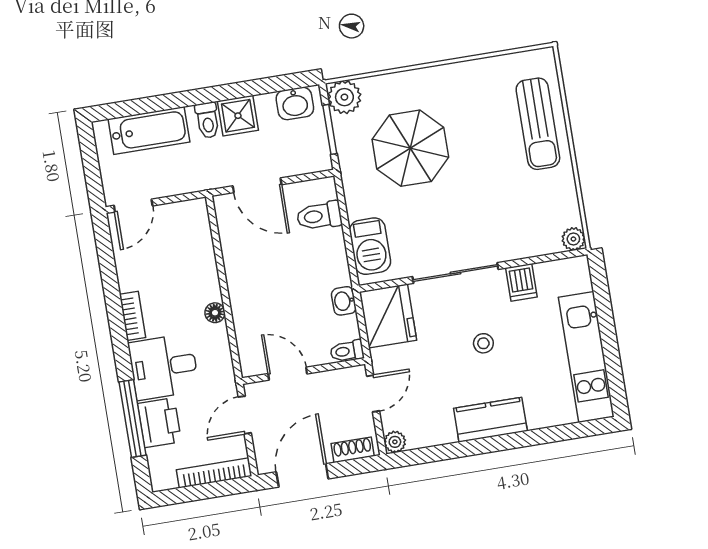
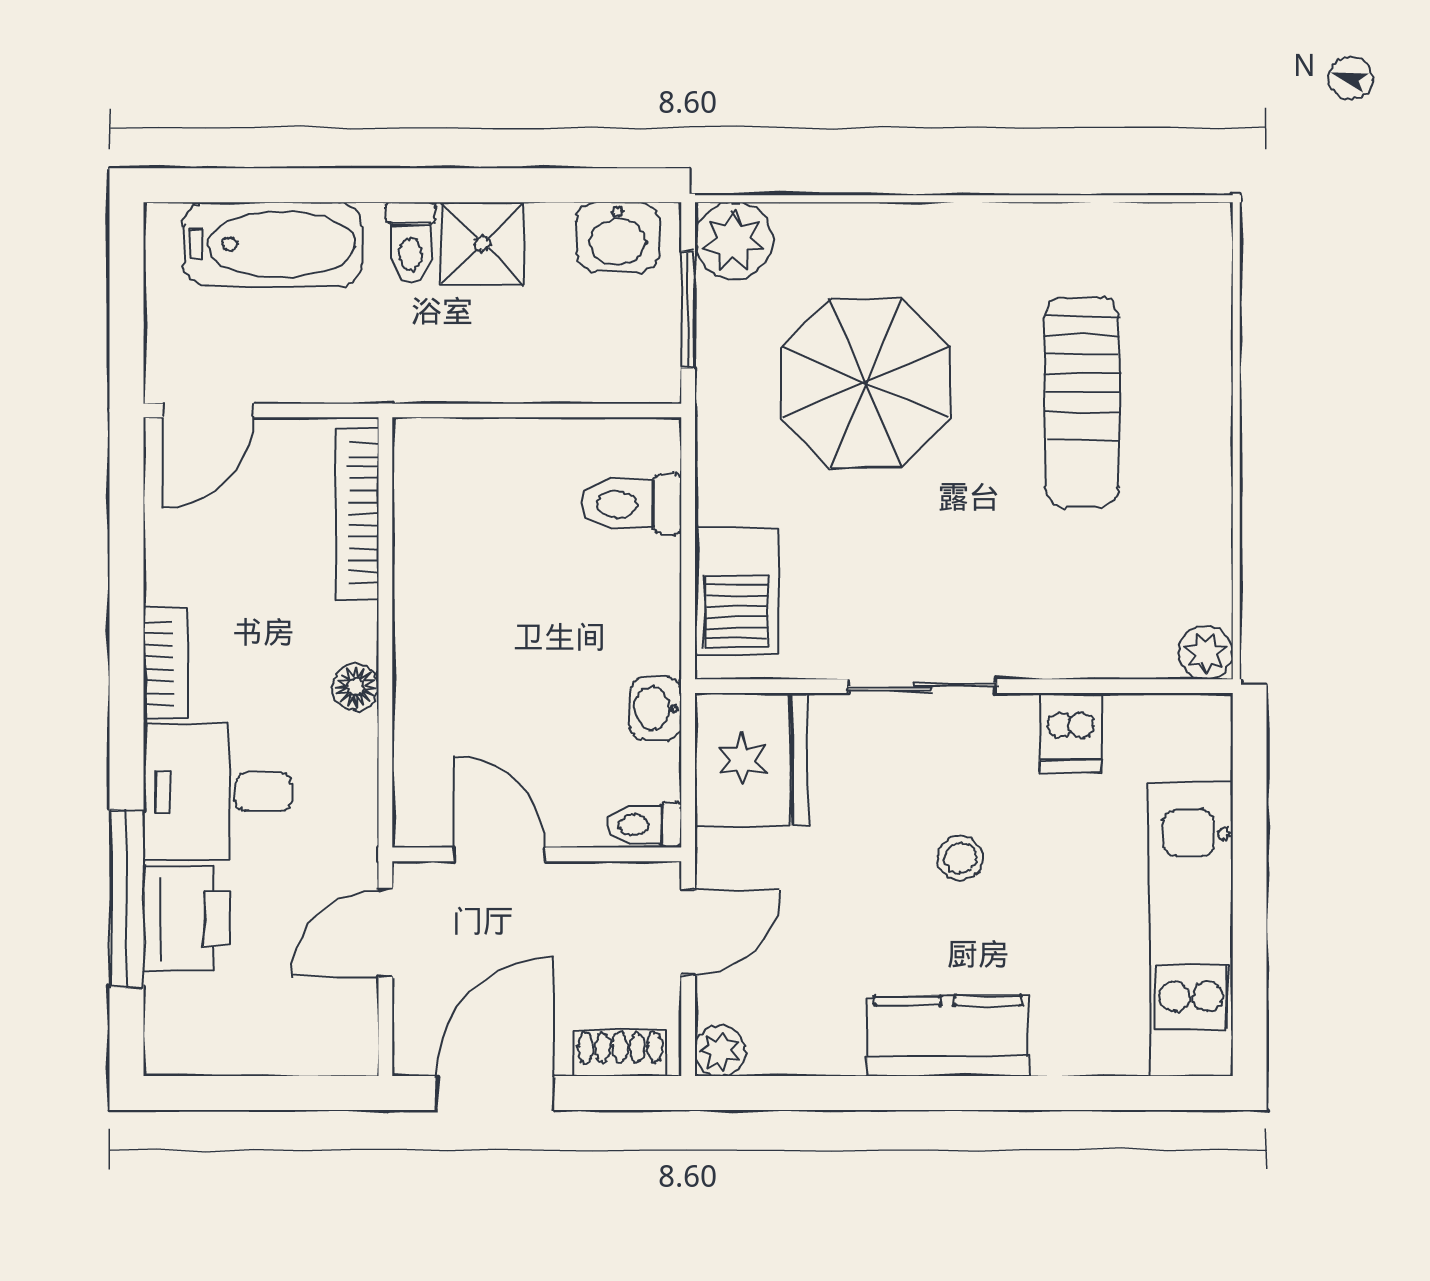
sun lounger: (538, 124) -> (1082, 402), moved
door: (257, 185) -> (500, 410), removed
sliding door: (455, 273) -> (922, 686), width x0.73
bookcase: (214, 473) -> (357, 514), moved, turned -90

